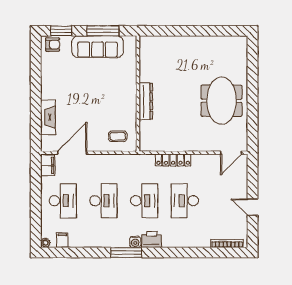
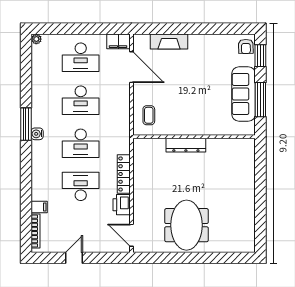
meeting table: (222, 101) -> (186, 225), turned 90
printer: (152, 239) -> (122, 205), moved, turned 180
filing cabinet: (62, 240) -> (39, 207), moved

